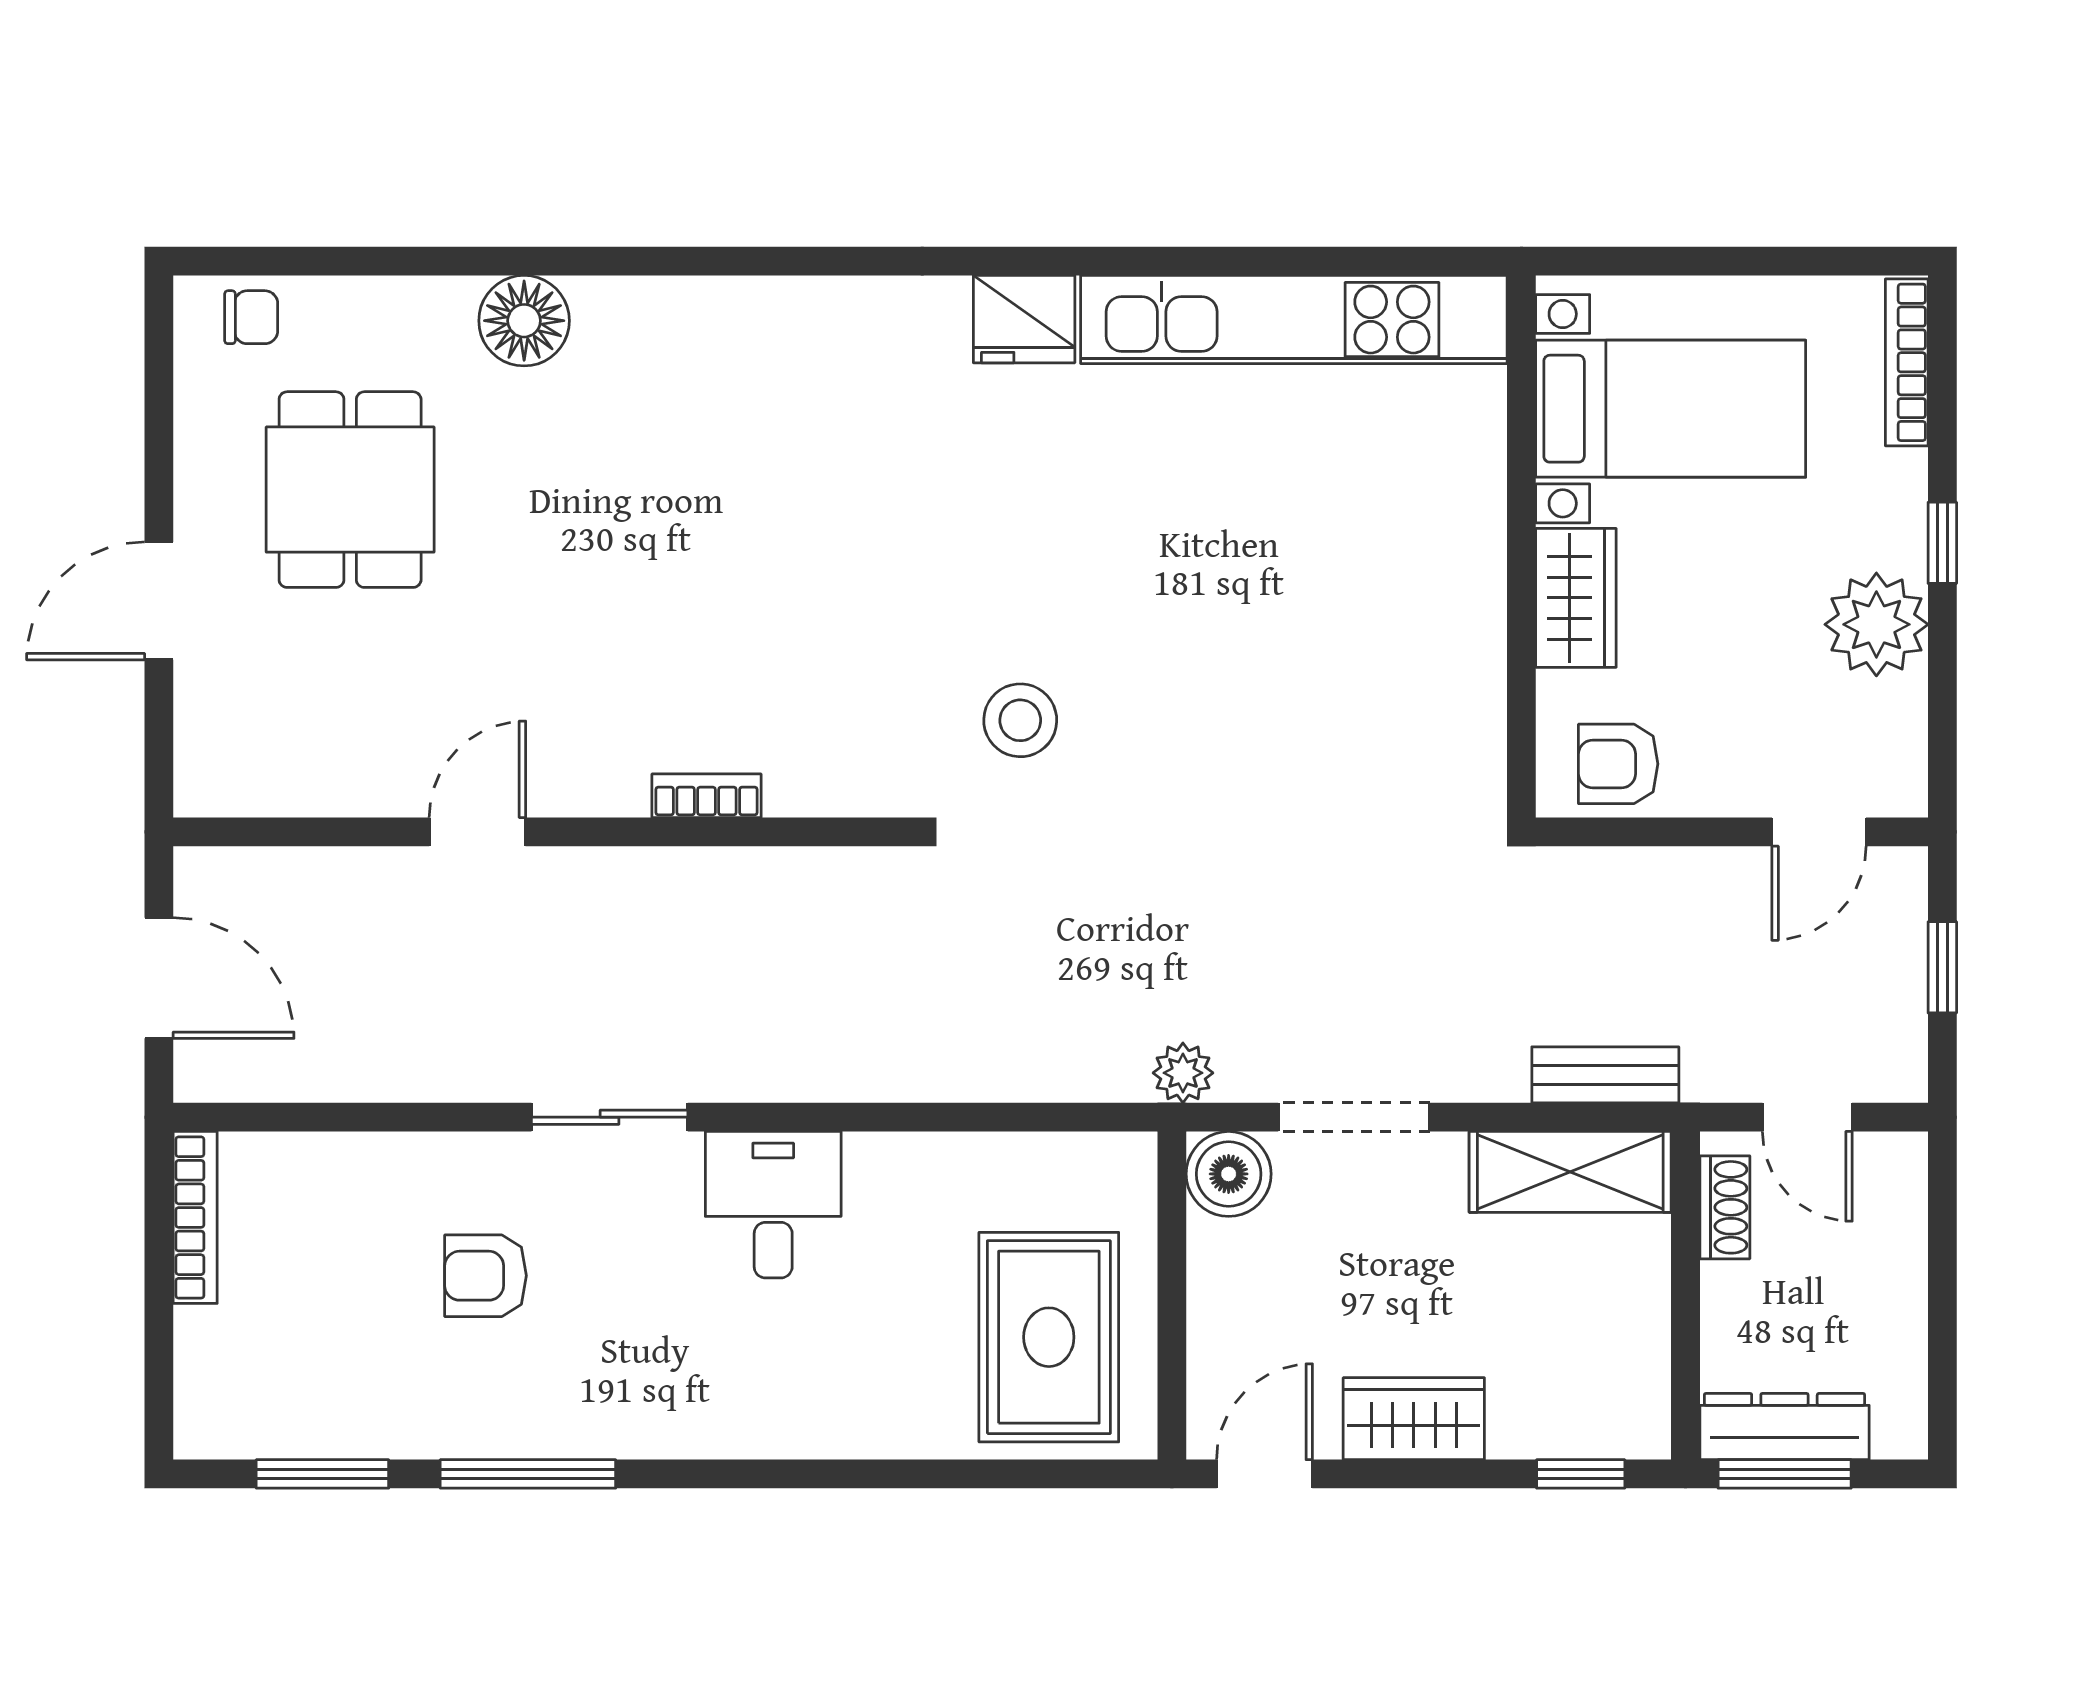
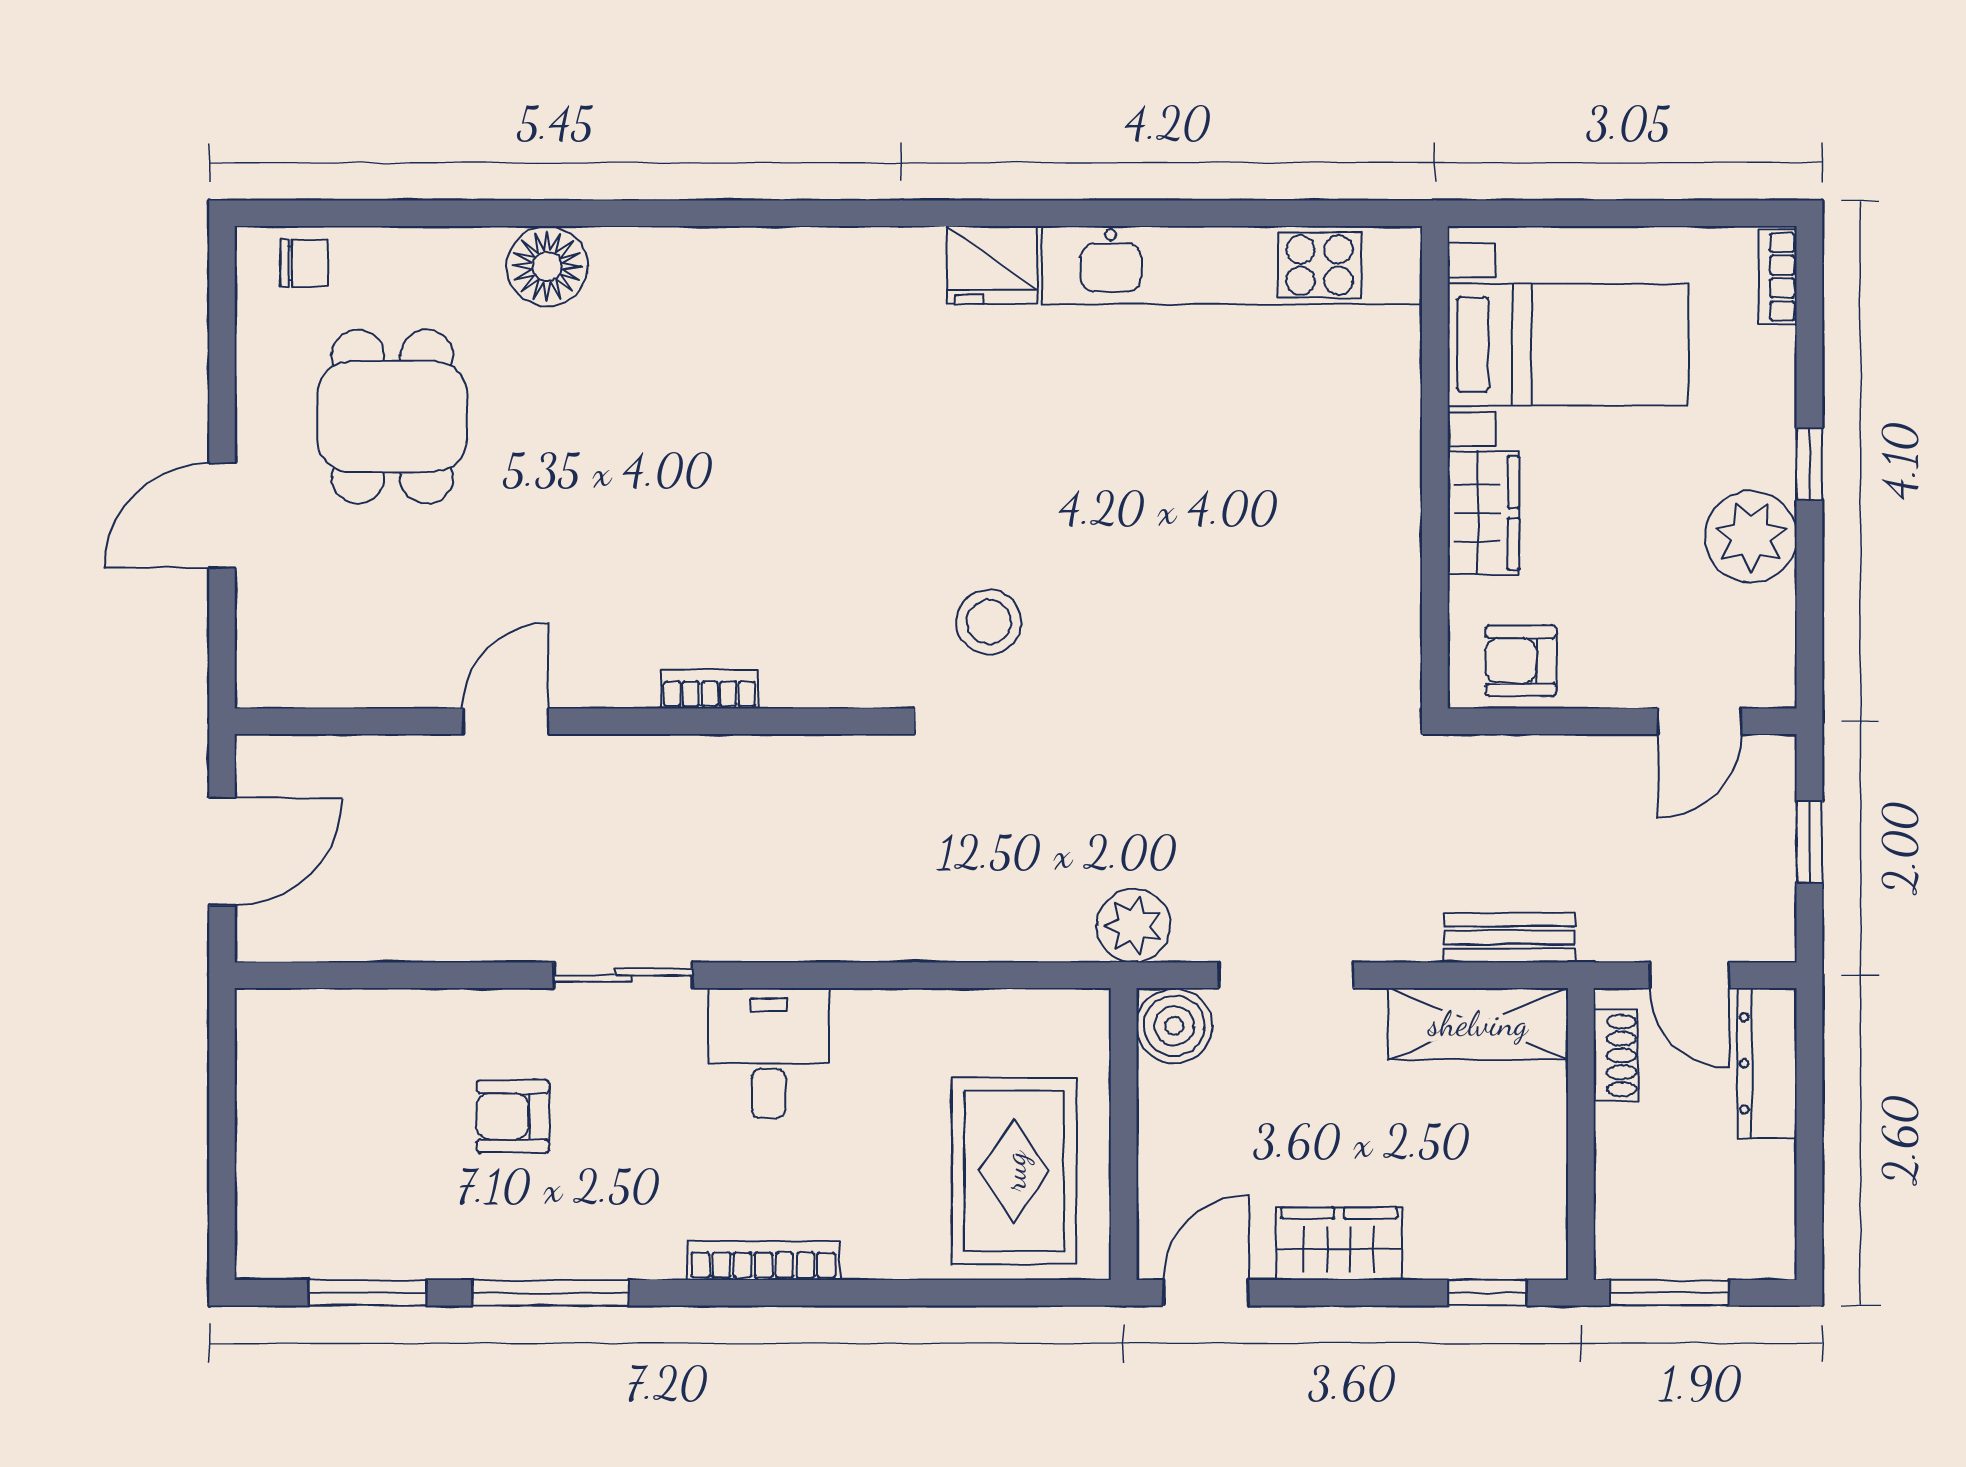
bookcase: (1907, 362) -> (1778, 277), width x0.64
door: (159, 978) -> (222, 851), hinge flipped
plant: (1183, 1073) -> (1134, 926), width x1.38, depth x1.38
bookcase: (195, 1217) -> (763, 1260), moved, turned -90
dresser: (1784, 1427) -> (1767, 1063), moved, turned -90

